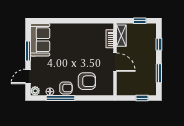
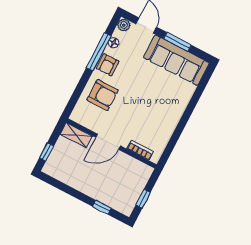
shelving: (121, 36) -> (76, 135), moved
sofa: (40, 40) -> (176, 60), width x1.36
window: (159, 73) -> (66, 189), removed
armchair: (87, 81) -> (103, 95), turned -90

